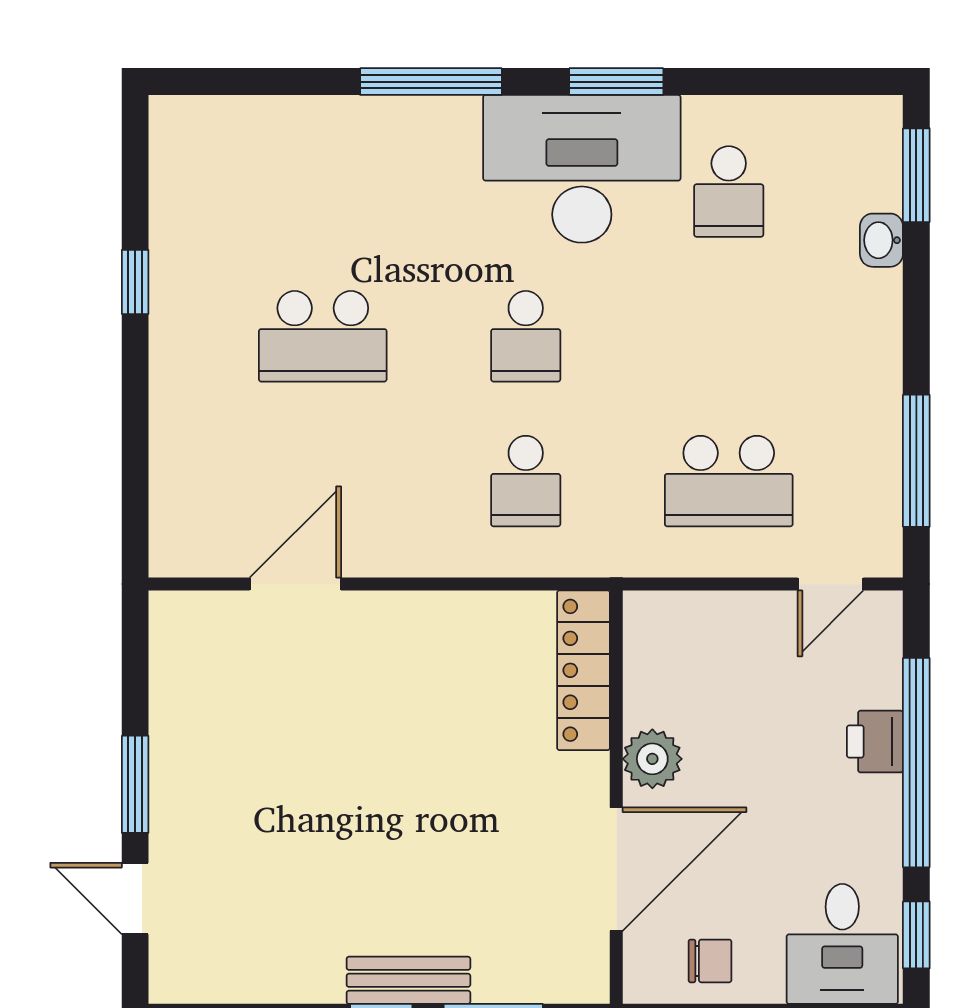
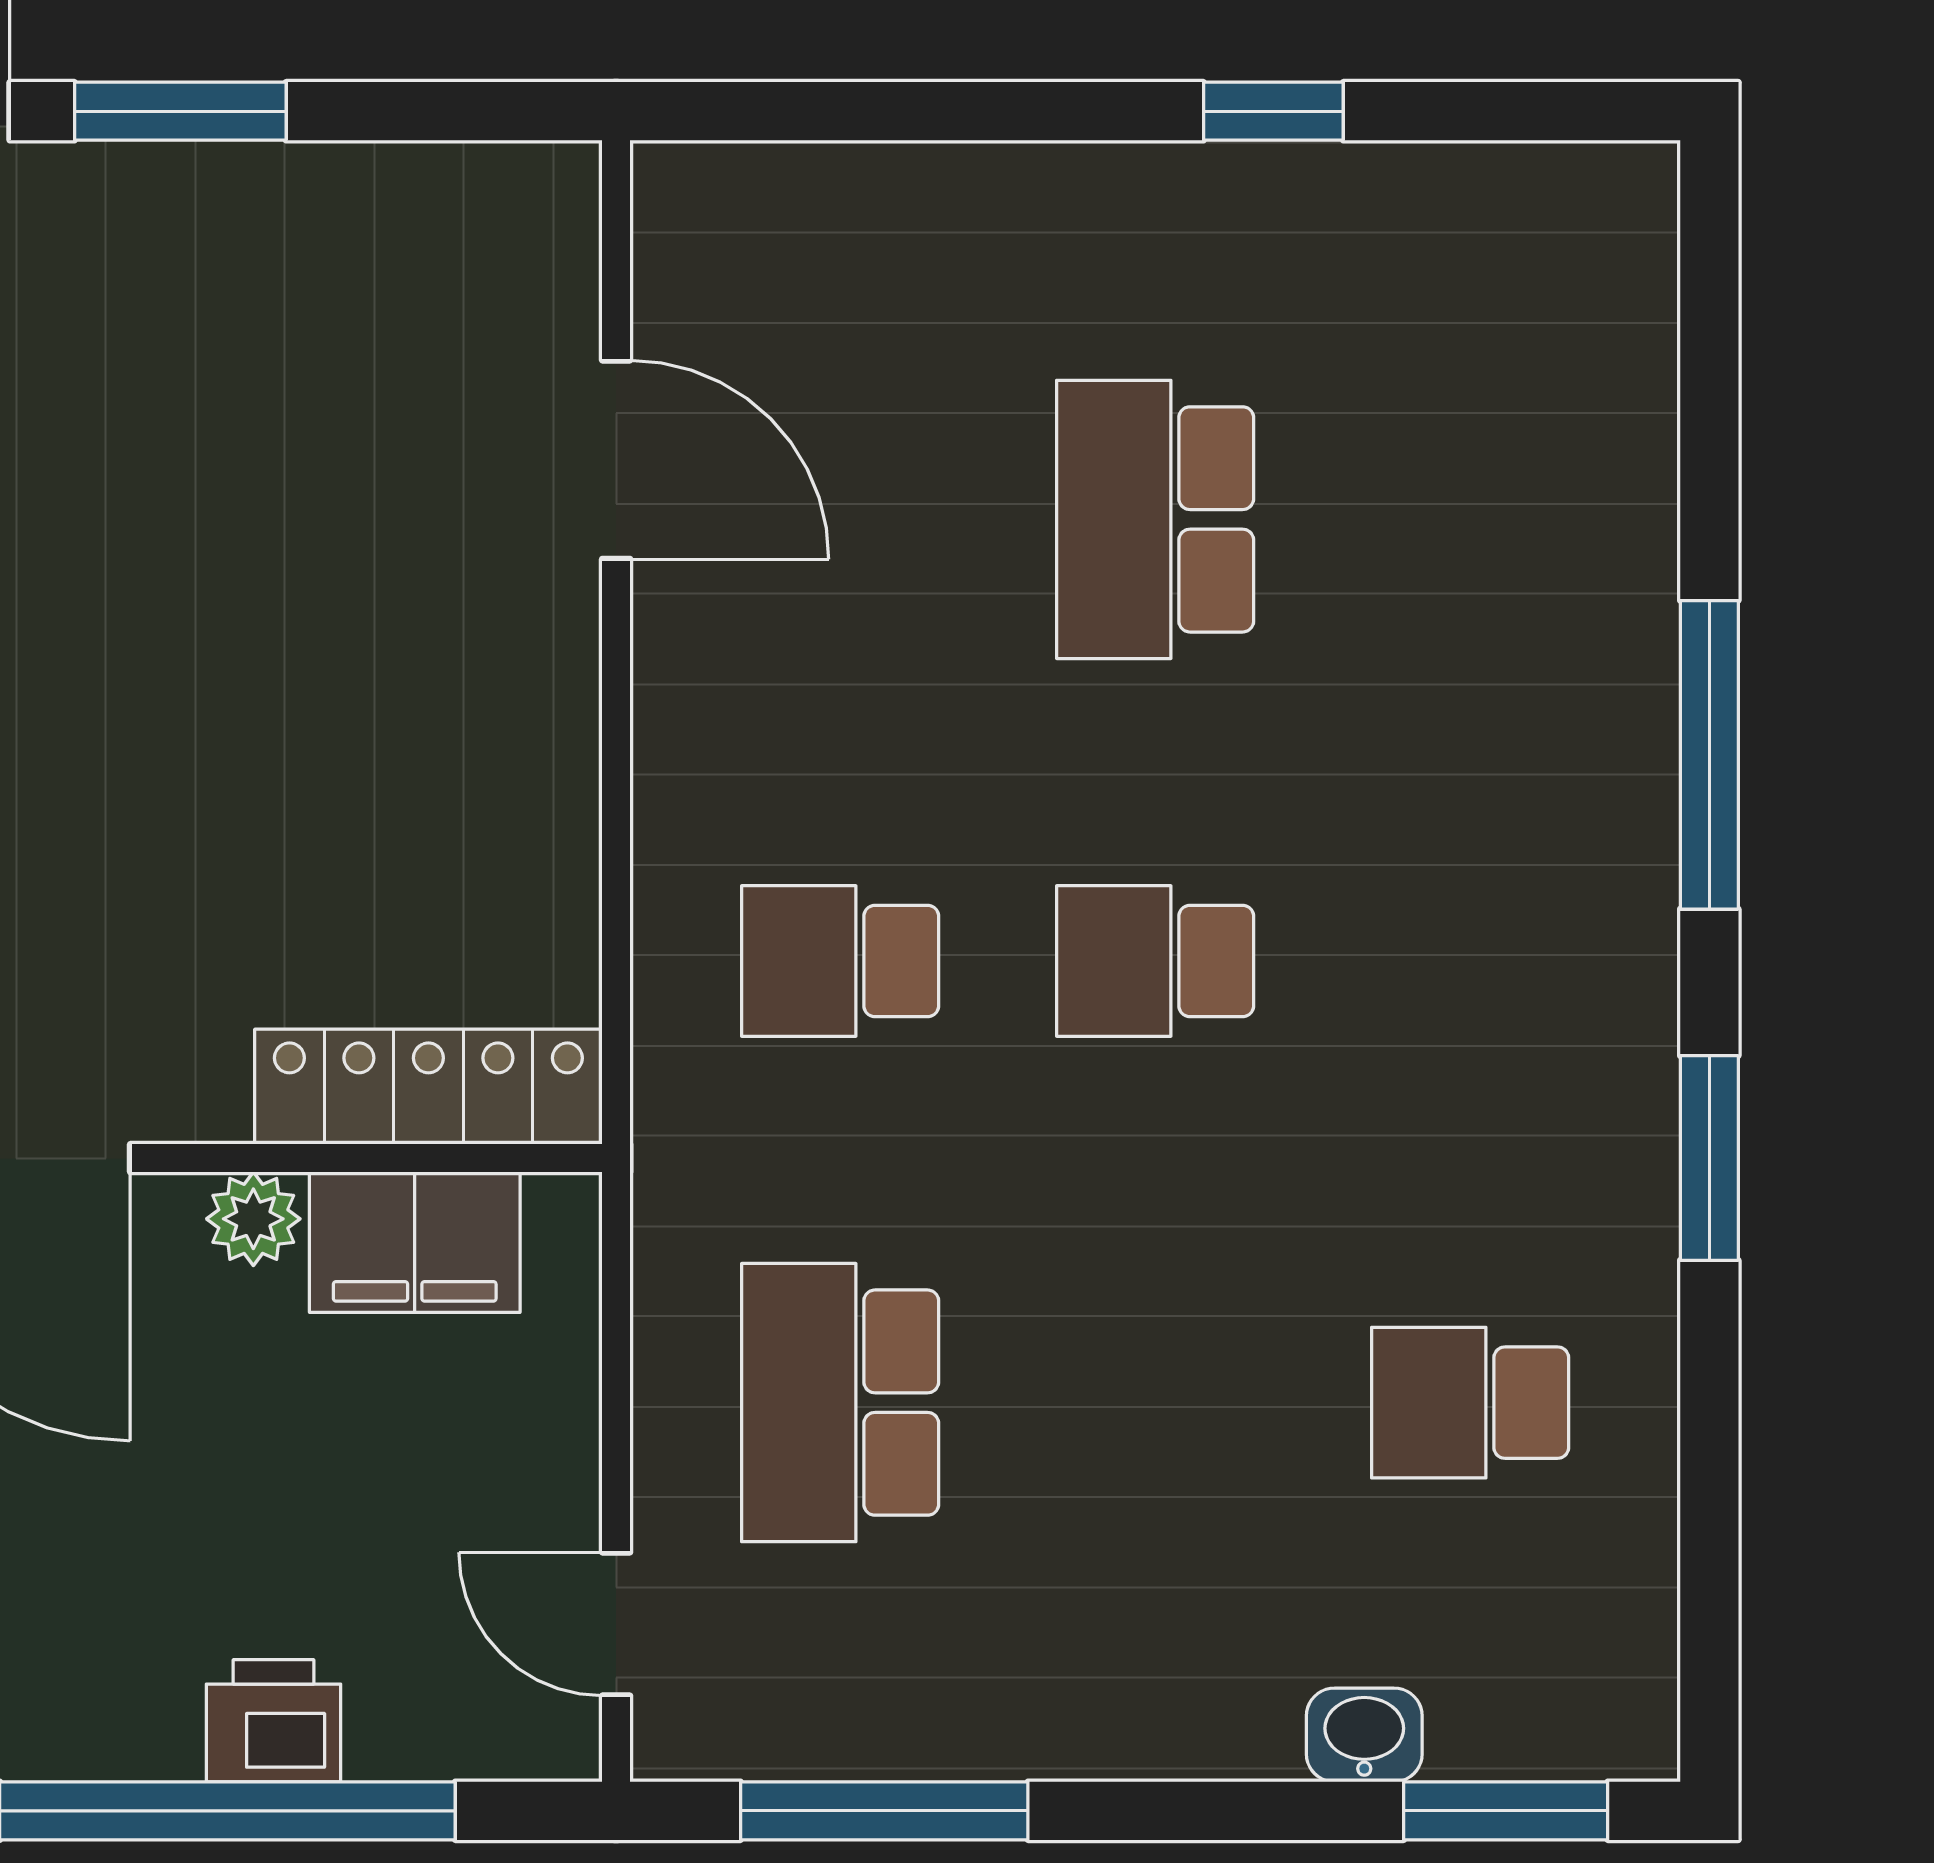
desk: (582, 169) -> (1520, 1083), removed
filing cabinet: (655, 677) -> (415, 1242), added
plant: (652, 759) -> (253, 1219), width x0.73, depth x0.73

